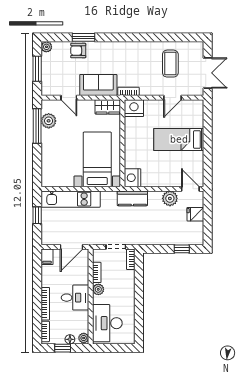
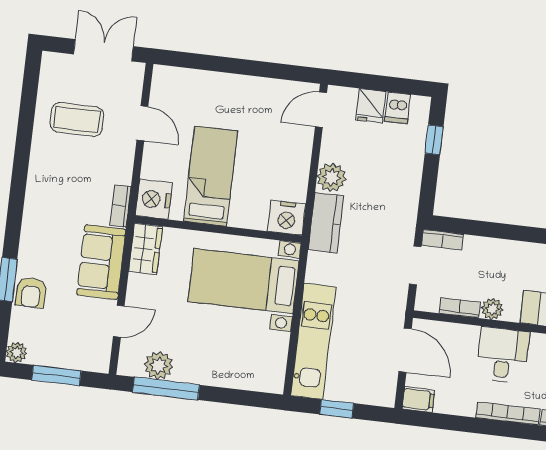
bed: (179, 139) -> (211, 176), moved, turned 180
plant: (170, 198) -> (332, 177), moved
dishwasher: (196, 228) -> (398, 108), added

